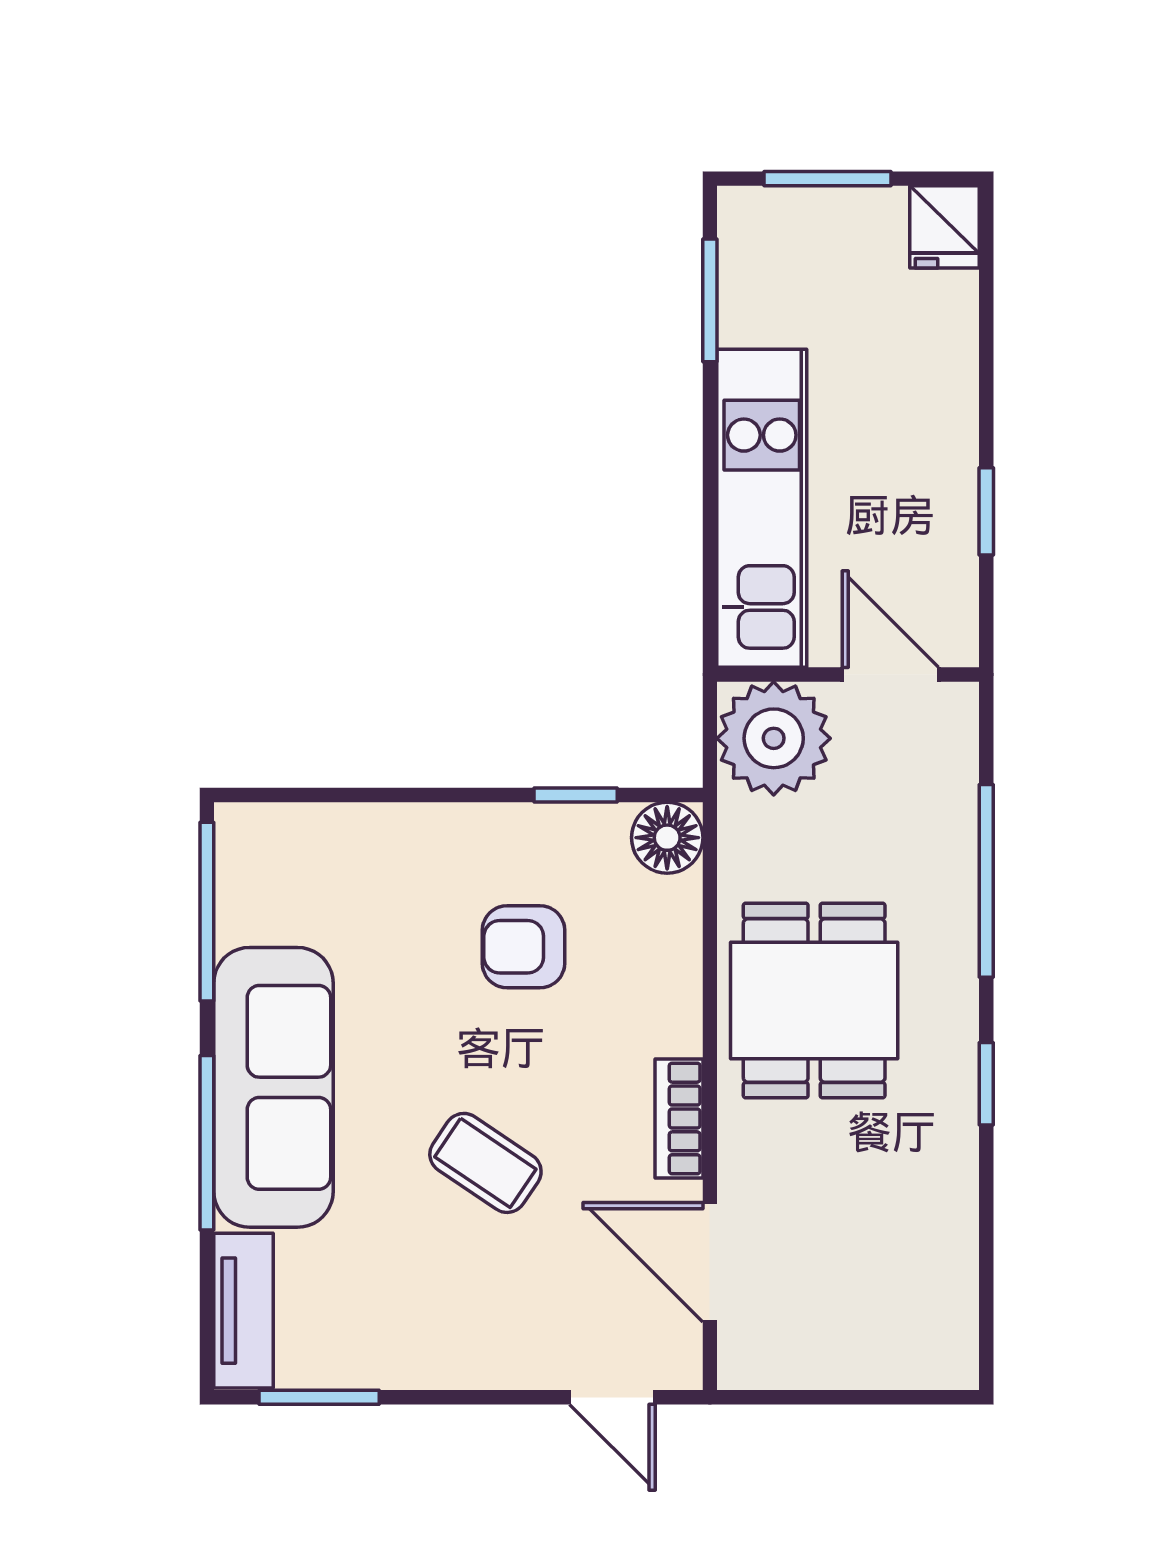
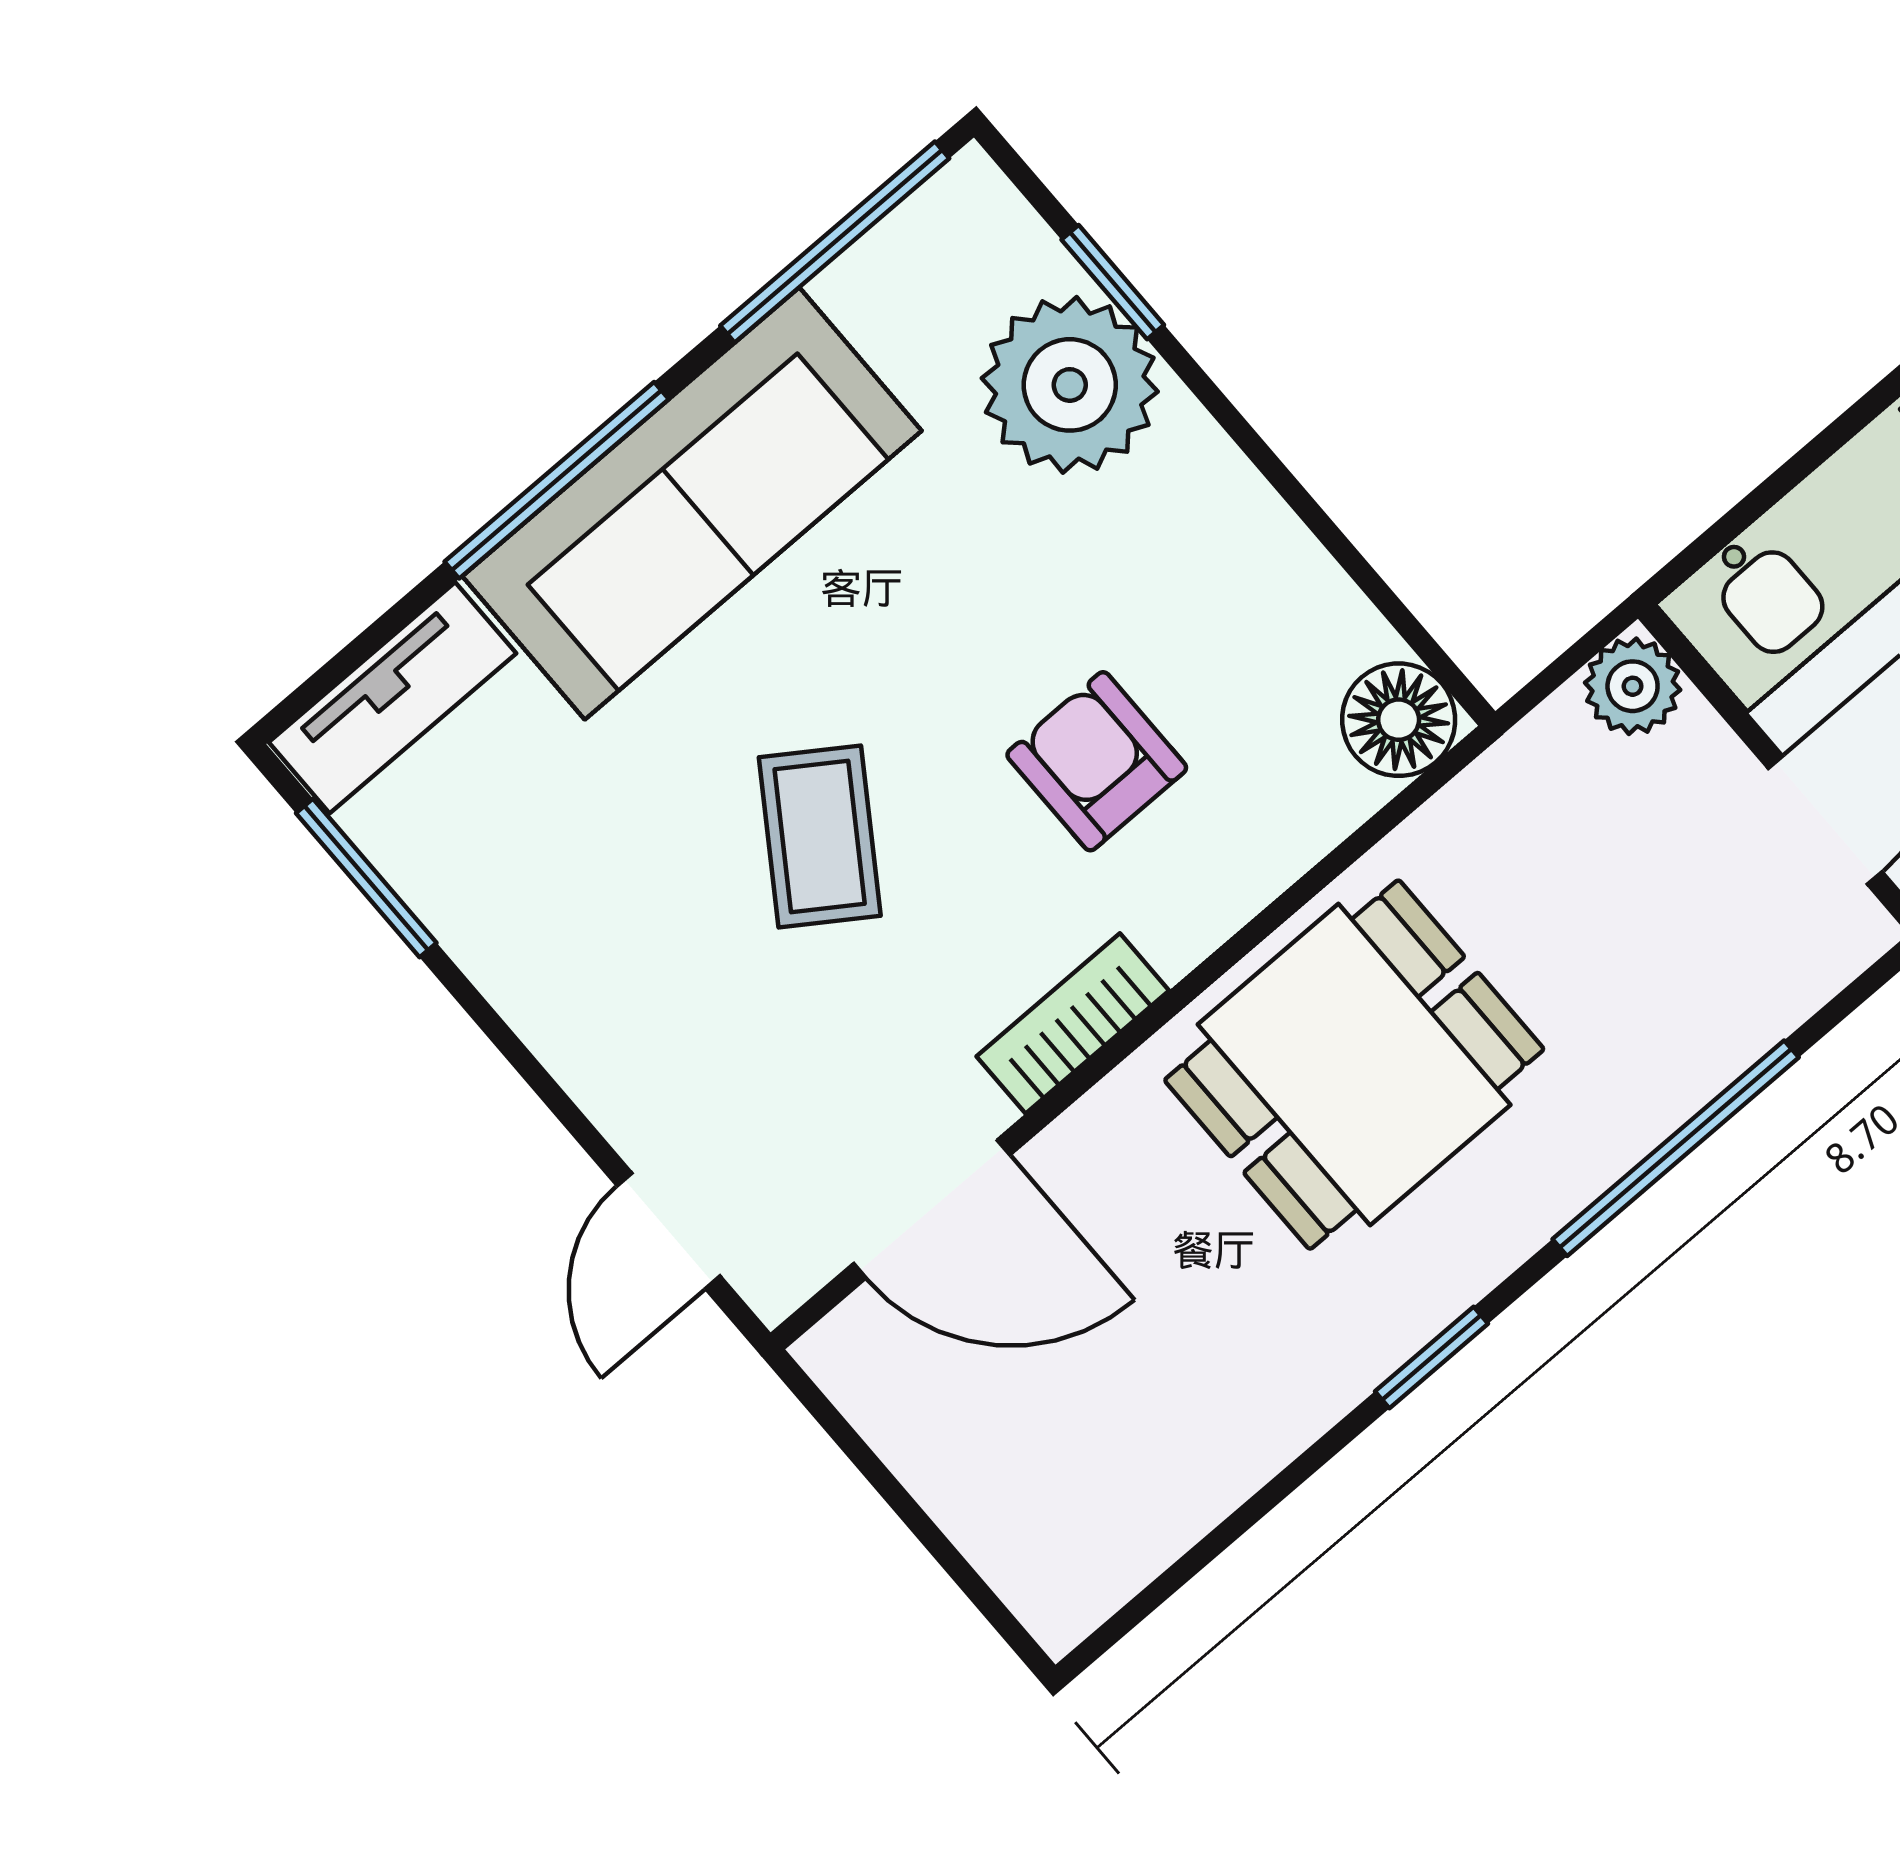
plant: (774, 738) -> (1633, 686), width x0.53, depth x0.53
window: (576, 795) -> (1113, 282), moved
plant: (372, 858) -> (1070, 385), added
armchair: (524, 947) -> (1097, 761), moved
door: (710, 1262) -> (932, 1209), swing flipped

